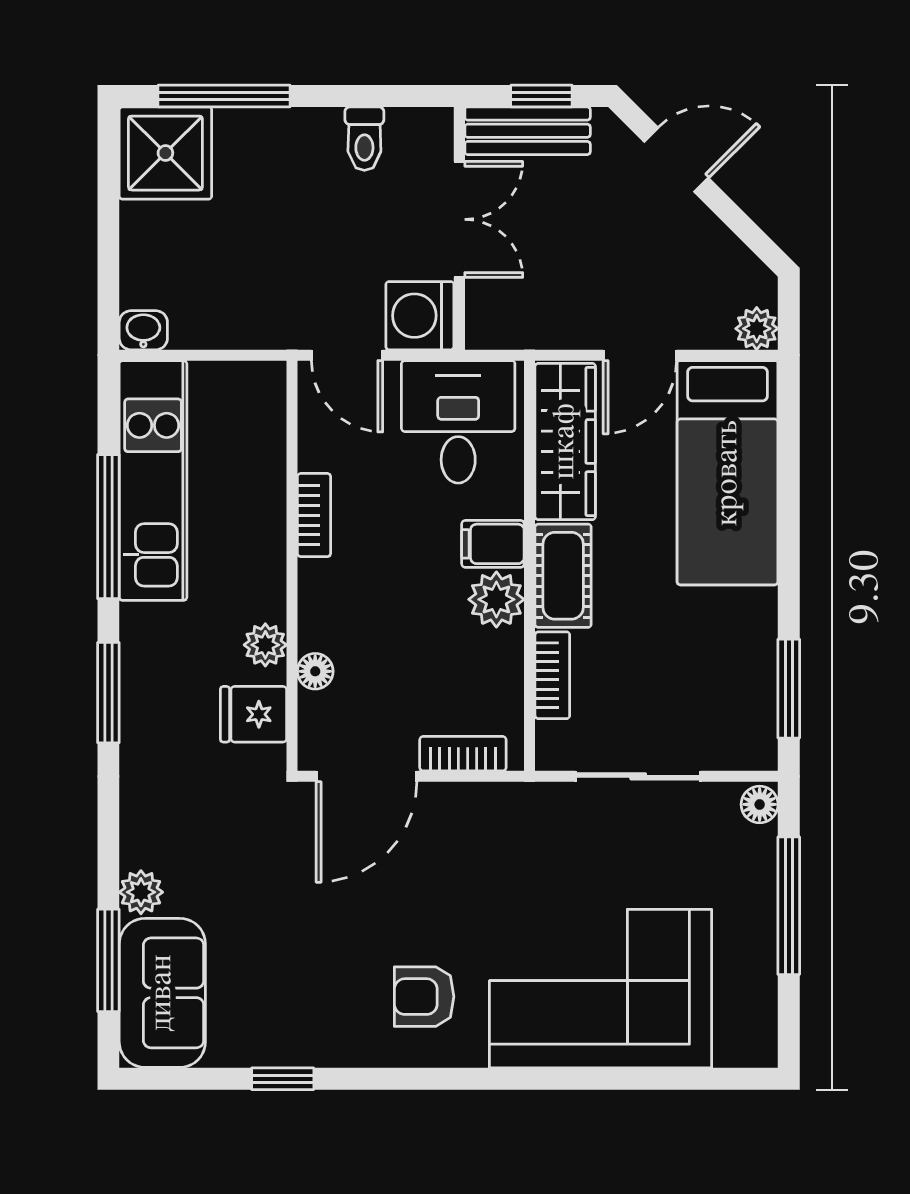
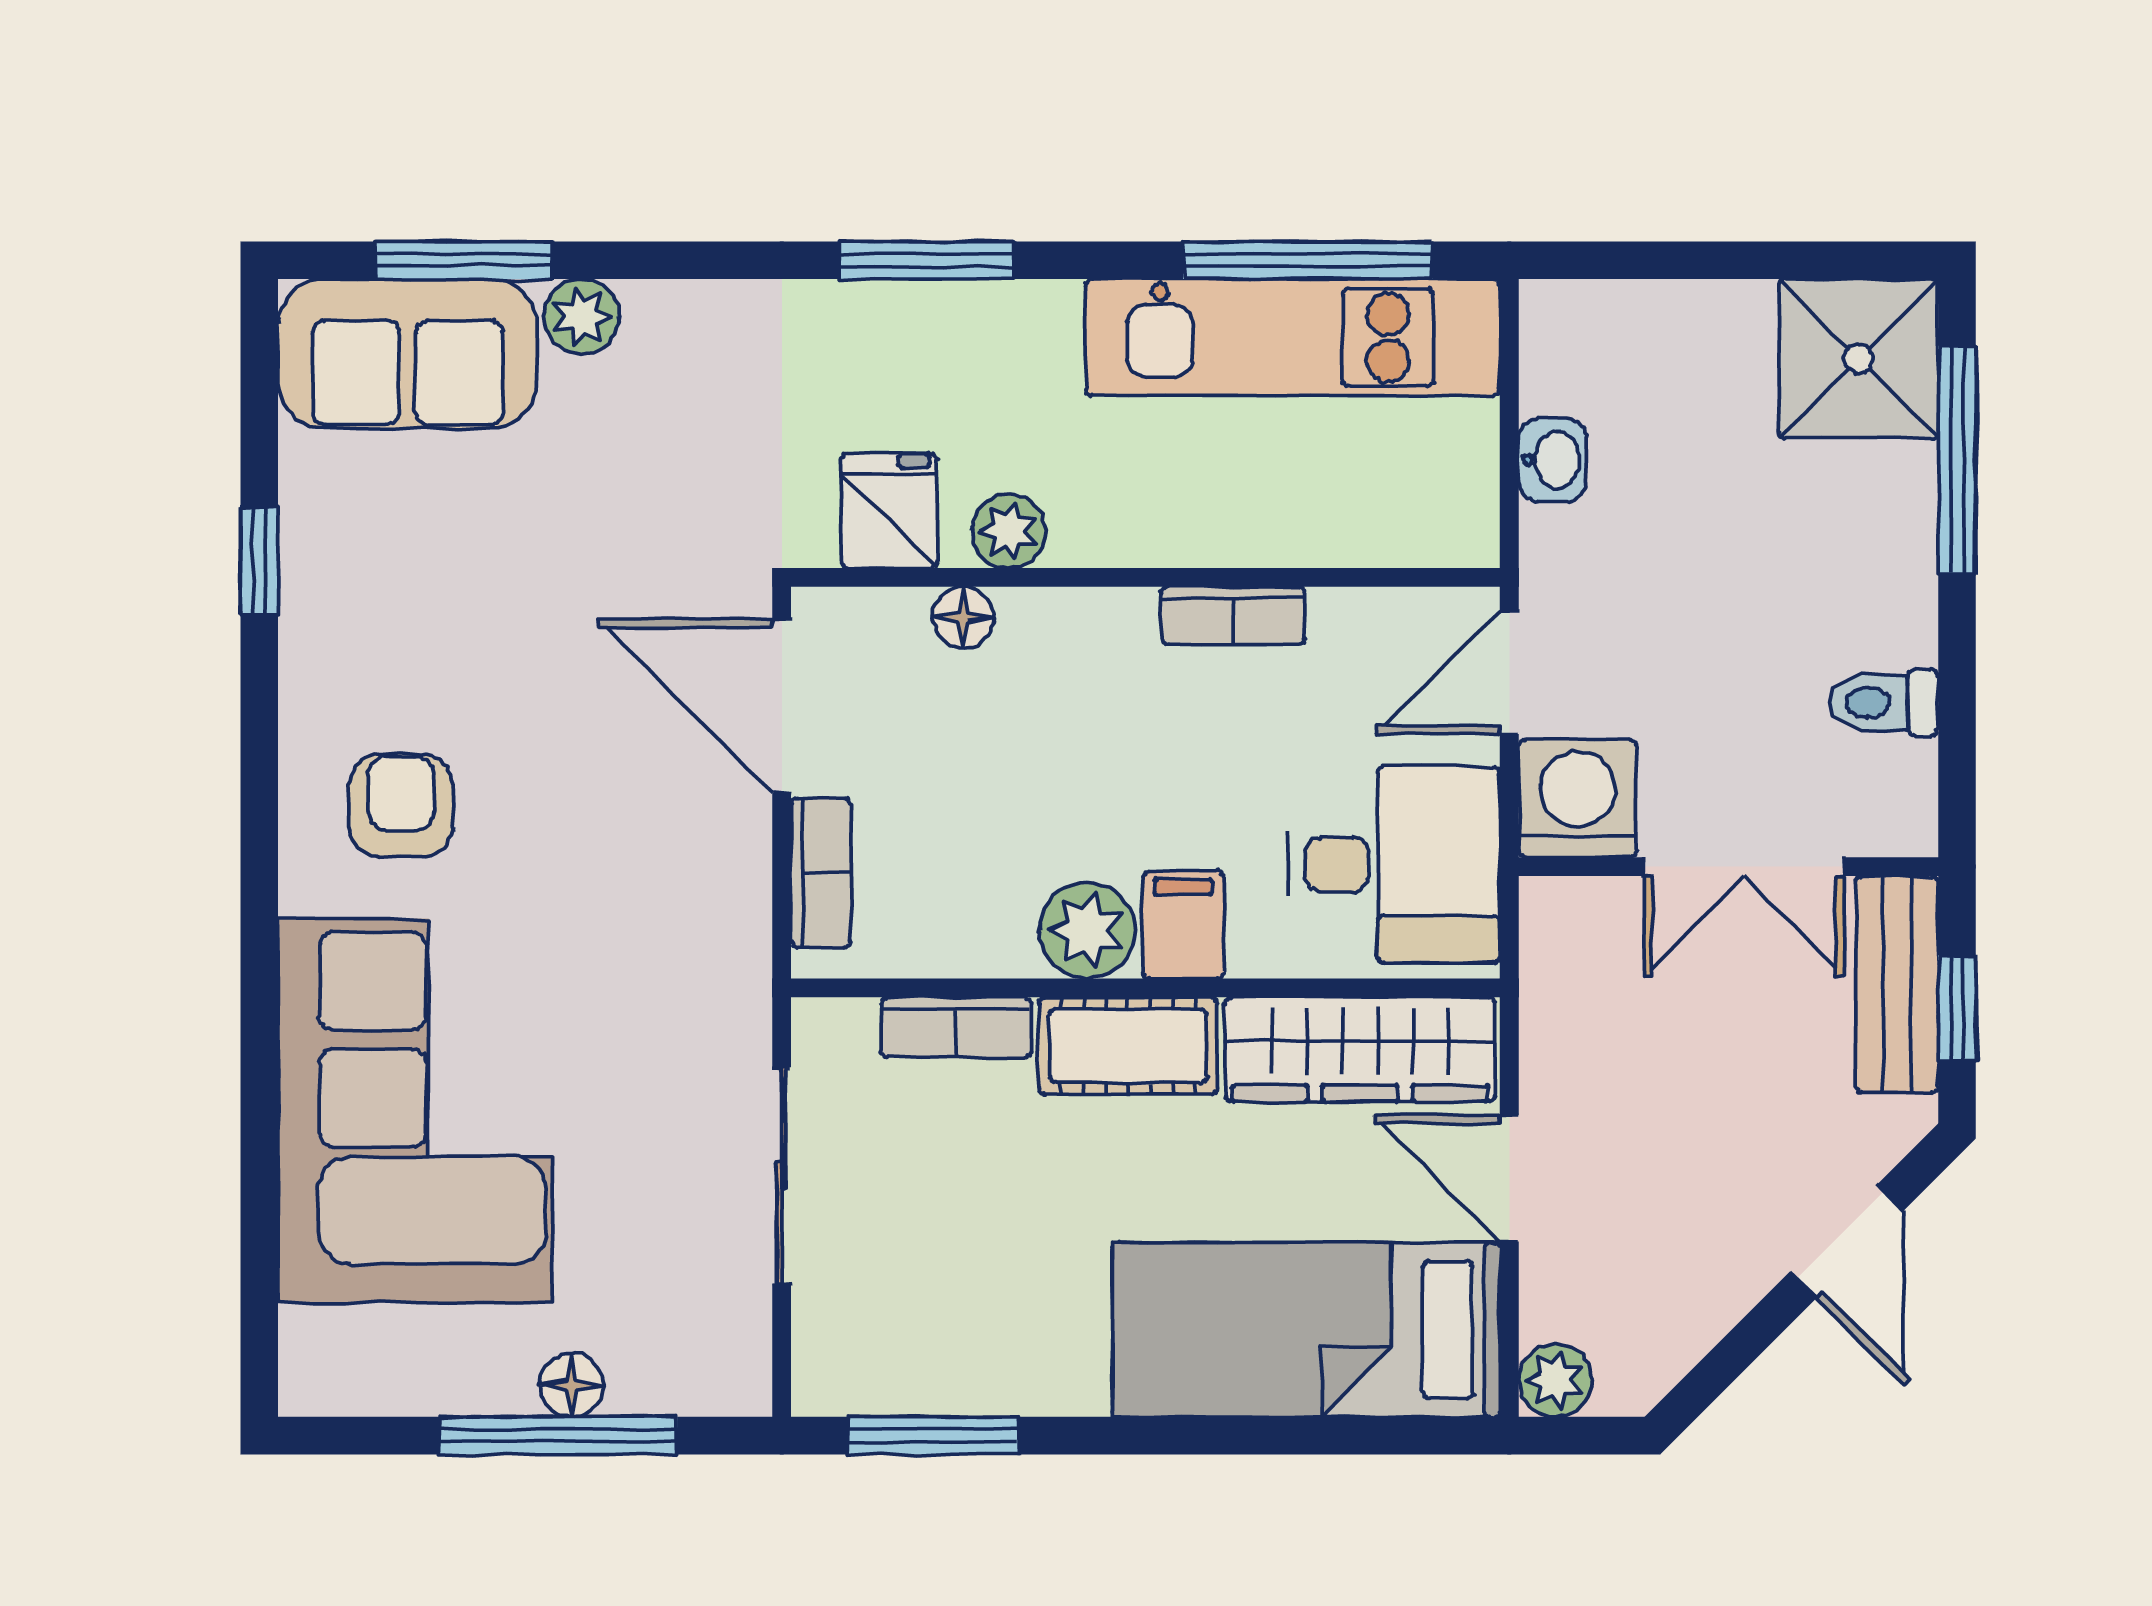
washbasin: (143, 330) -> (1552, 460), moved
window: (108, 527) -> (1308, 260), moved
floor lamp: (760, 804) -> (571, 1385), moved

